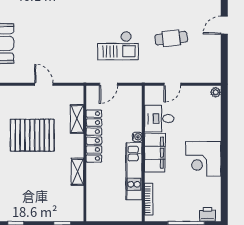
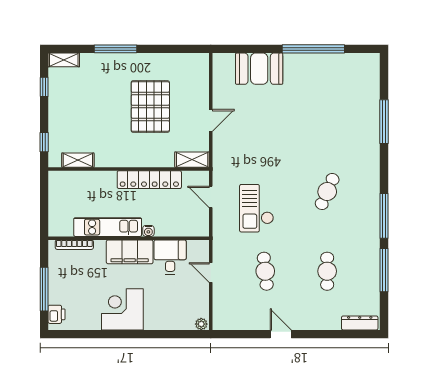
shelving: (77, 119) -> (192, 160), moved
shelving: (77, 172) -> (78, 160), moved

